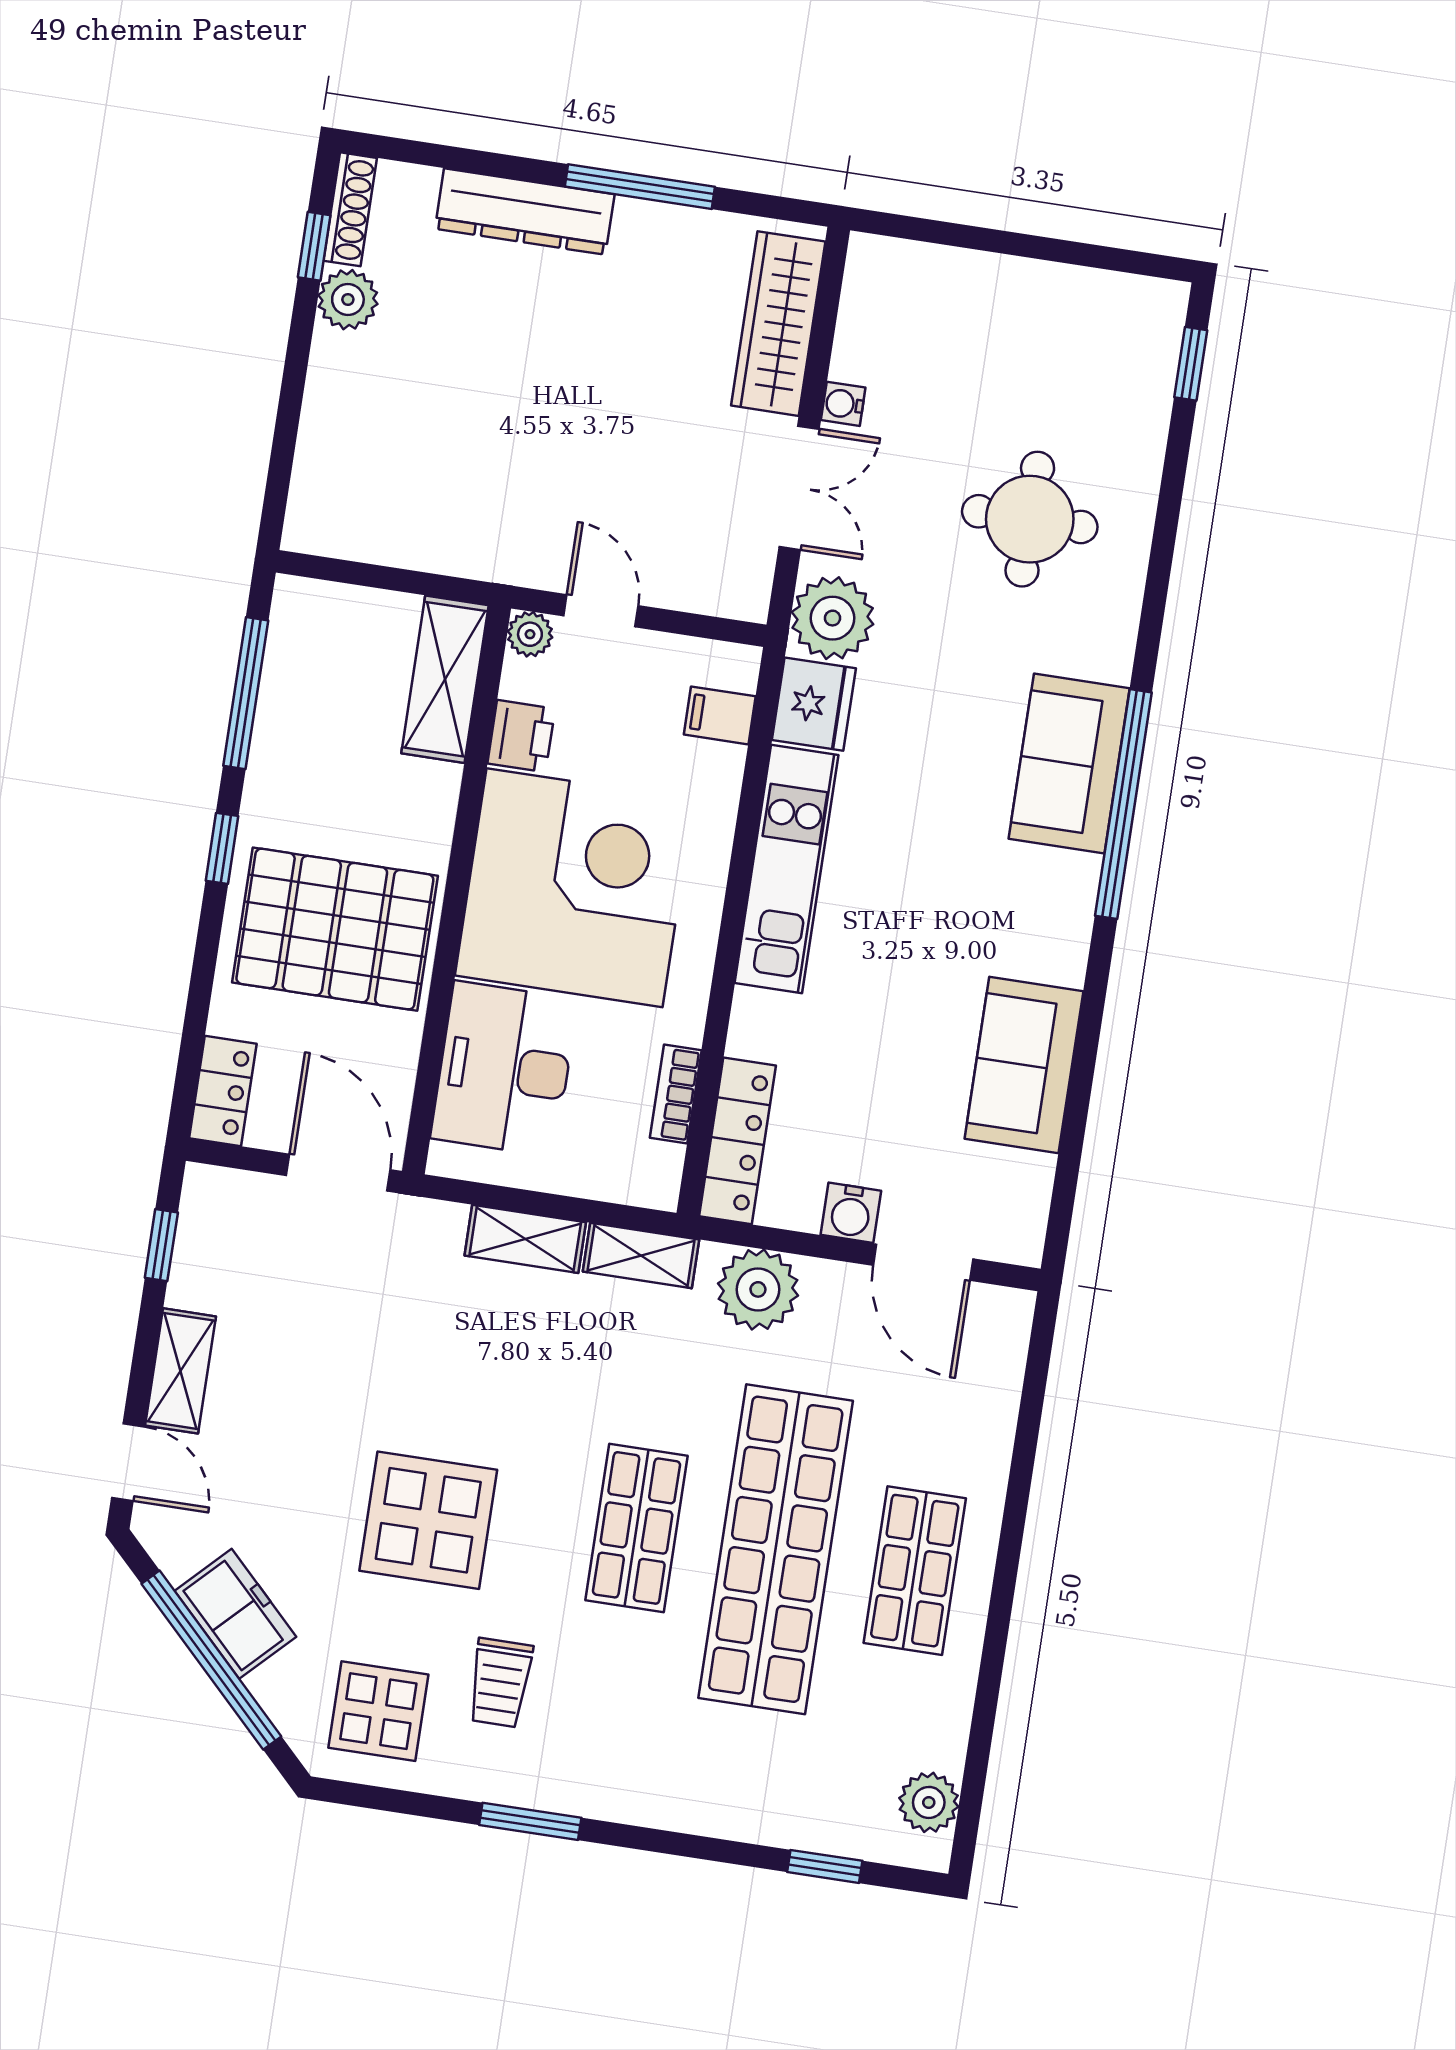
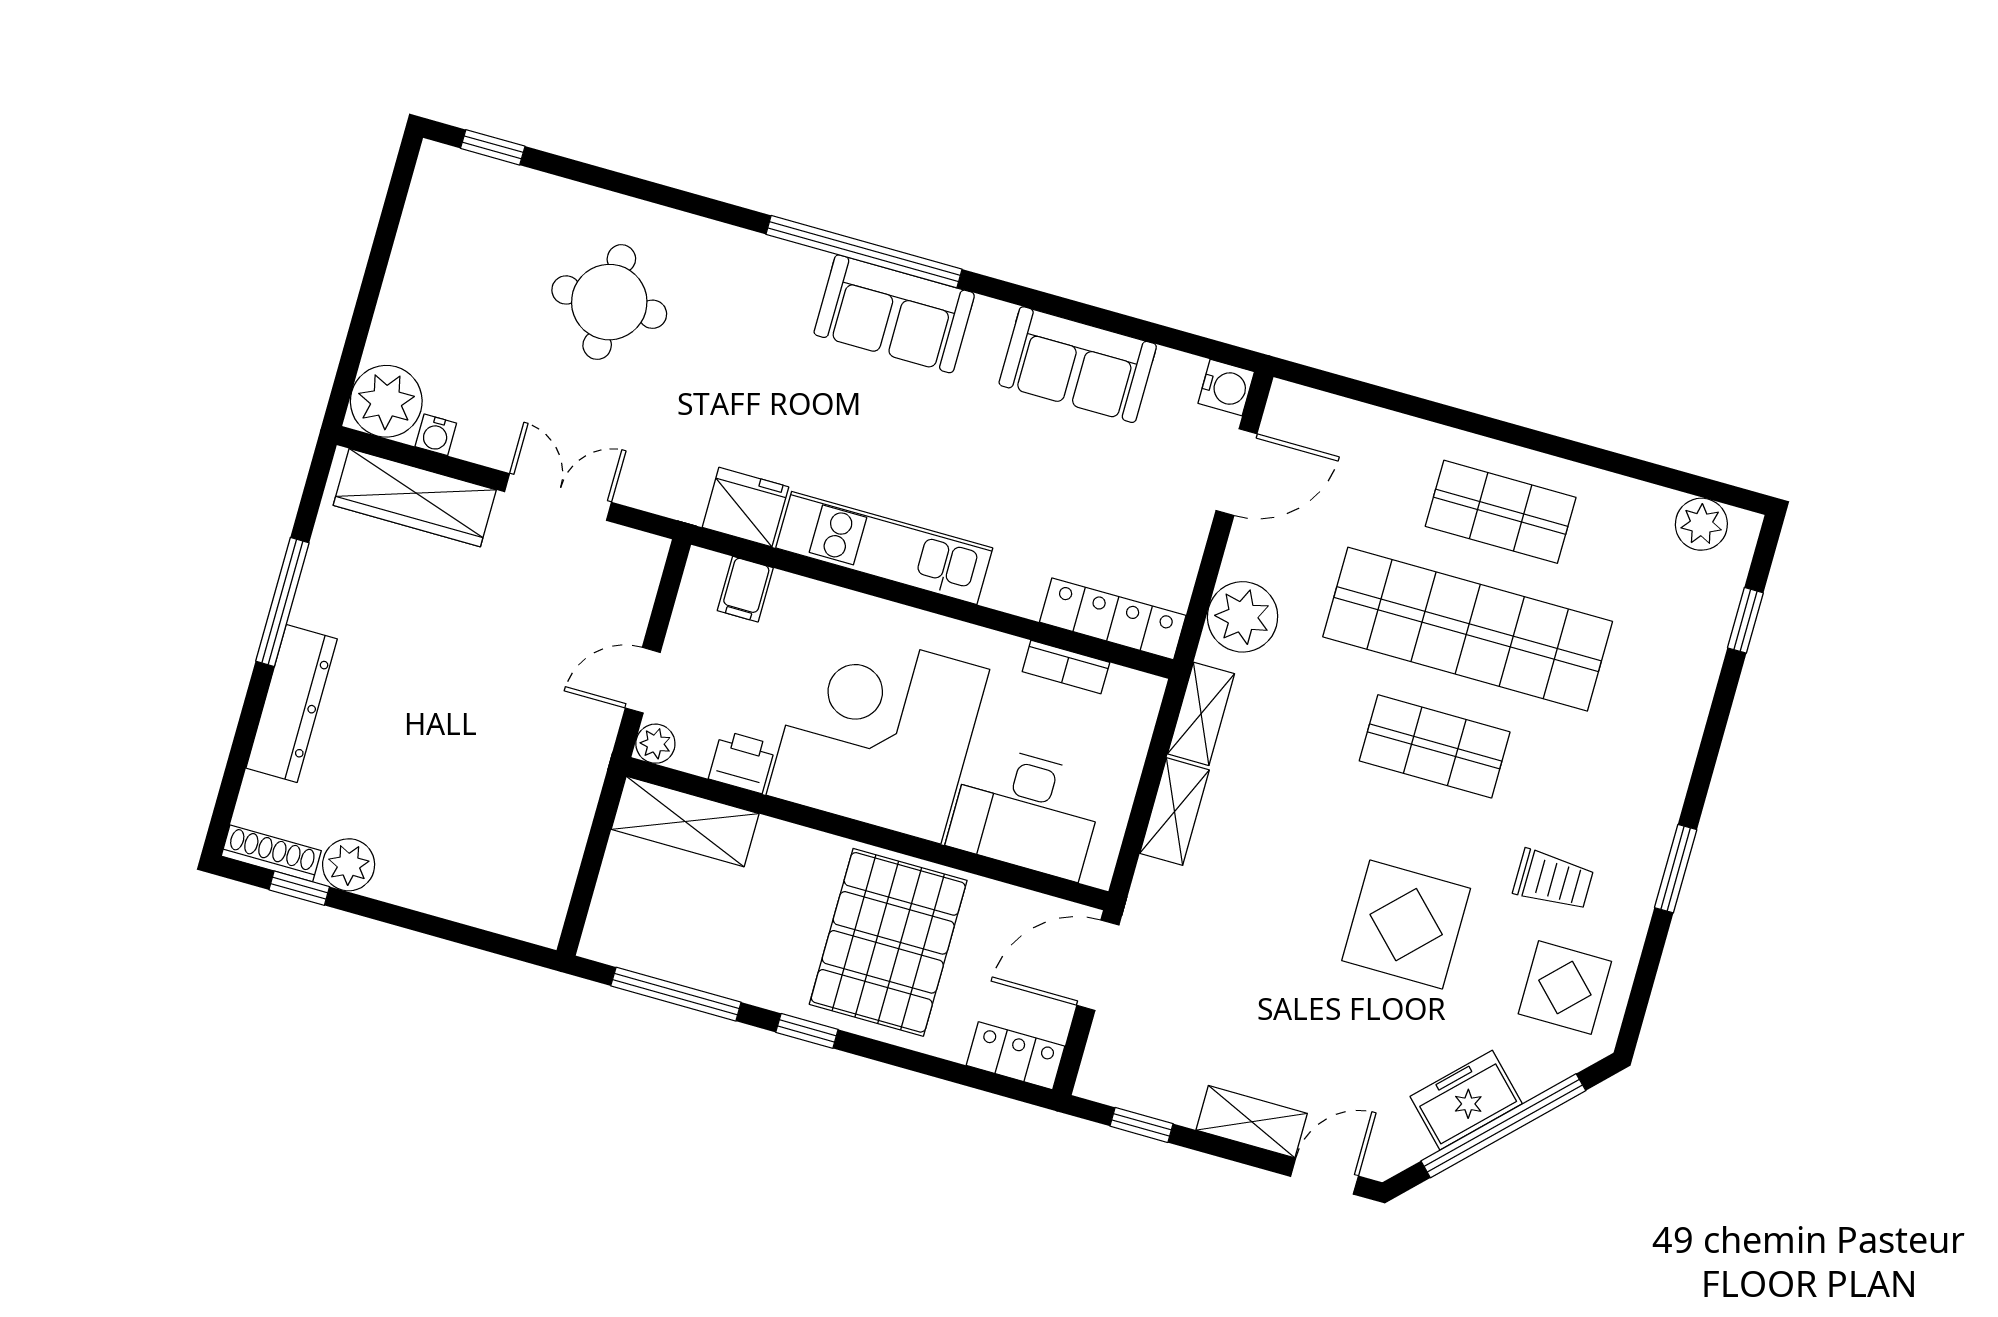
water cooler: (843, 404) -> (436, 435), moved
plant: (833, 618) -> (386, 401), moved
sofa: (1069, 764) -> (894, 314), moved
water cooler: (851, 1213) -> (1226, 388), moved

